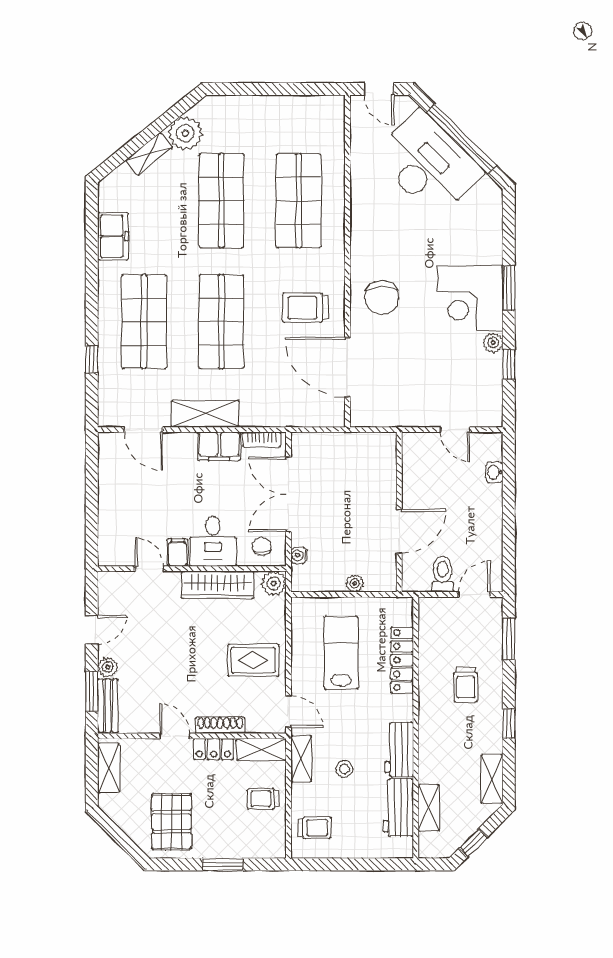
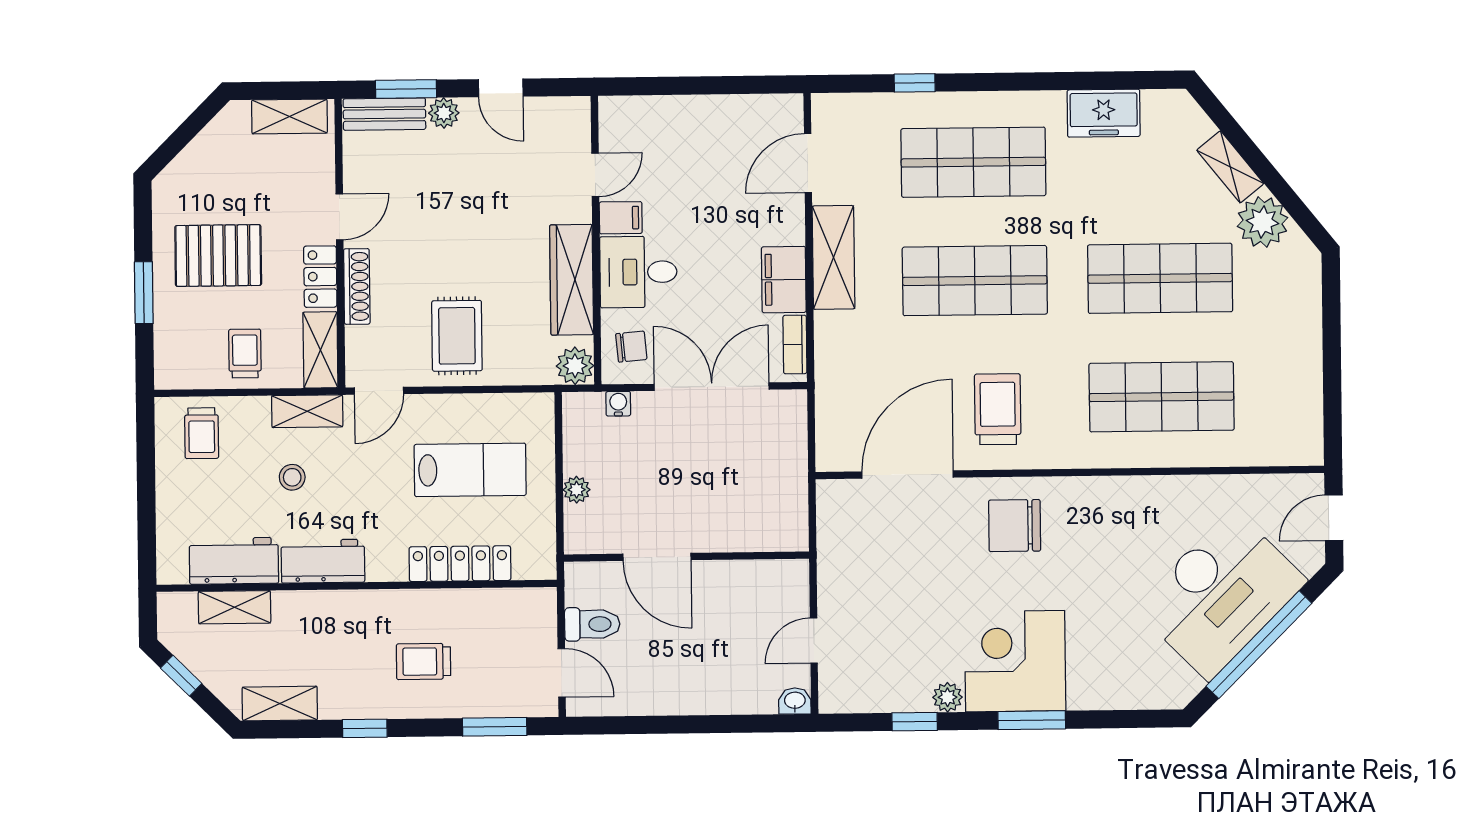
washbasin: (494, 472) -> (795, 701), moved
pallet: (171, 822) -> (218, 255), moved

